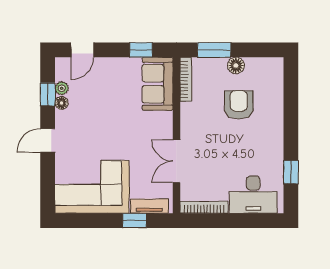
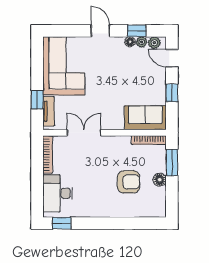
window: (141, 50) -> (172, 93), moved
plant: (63, 72) -> (154, 43), added
window: (291, 172) -> (62, 223), moved

